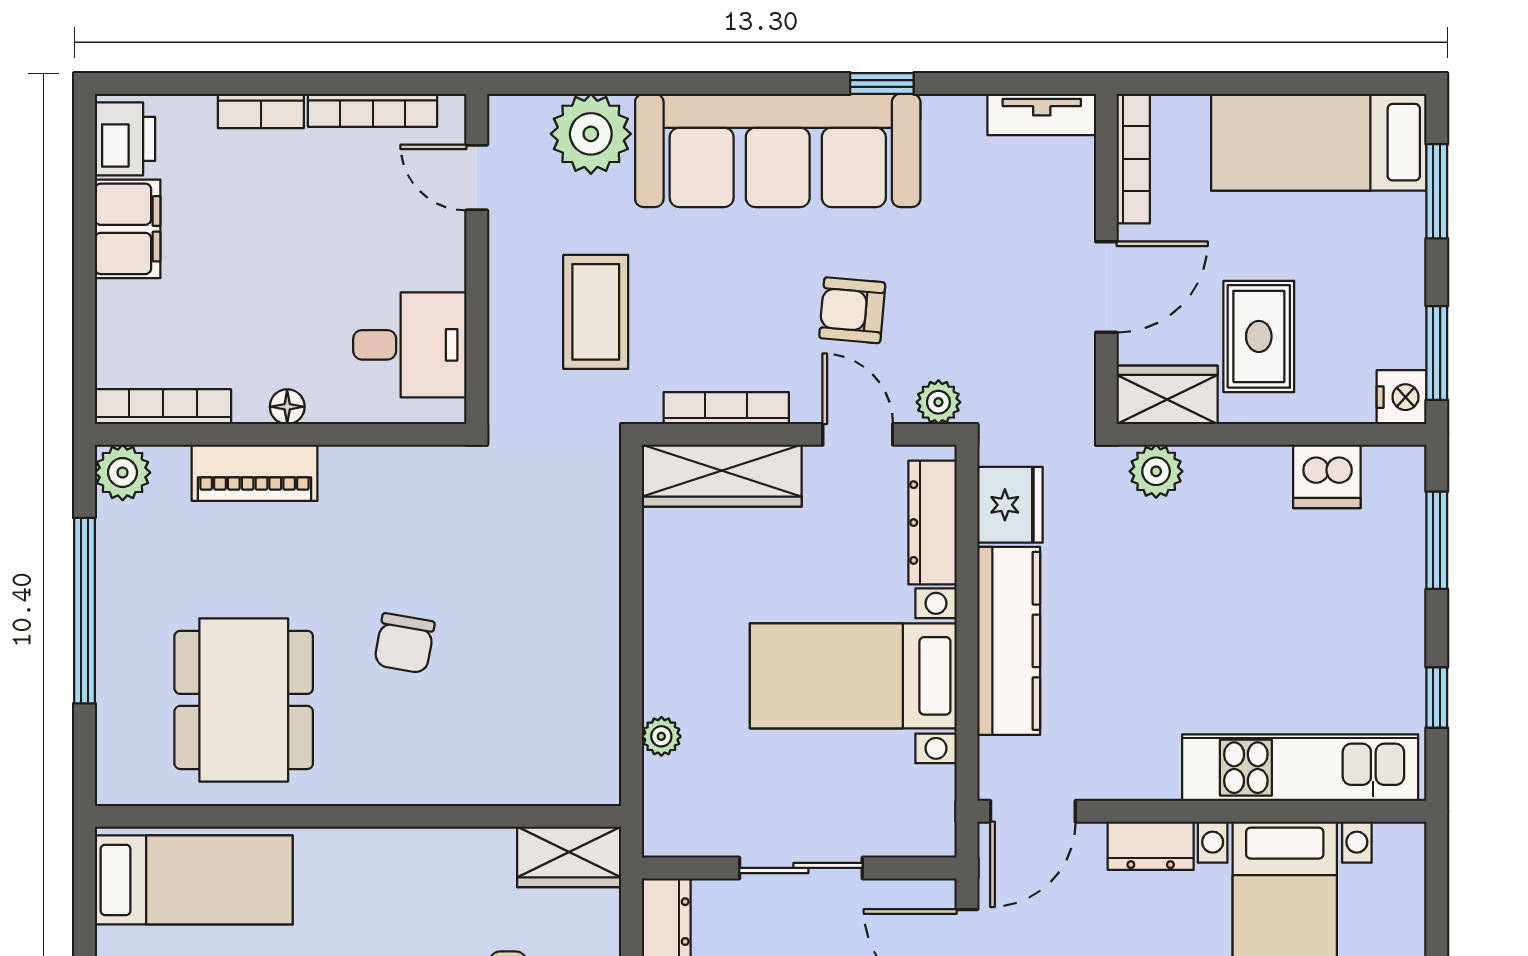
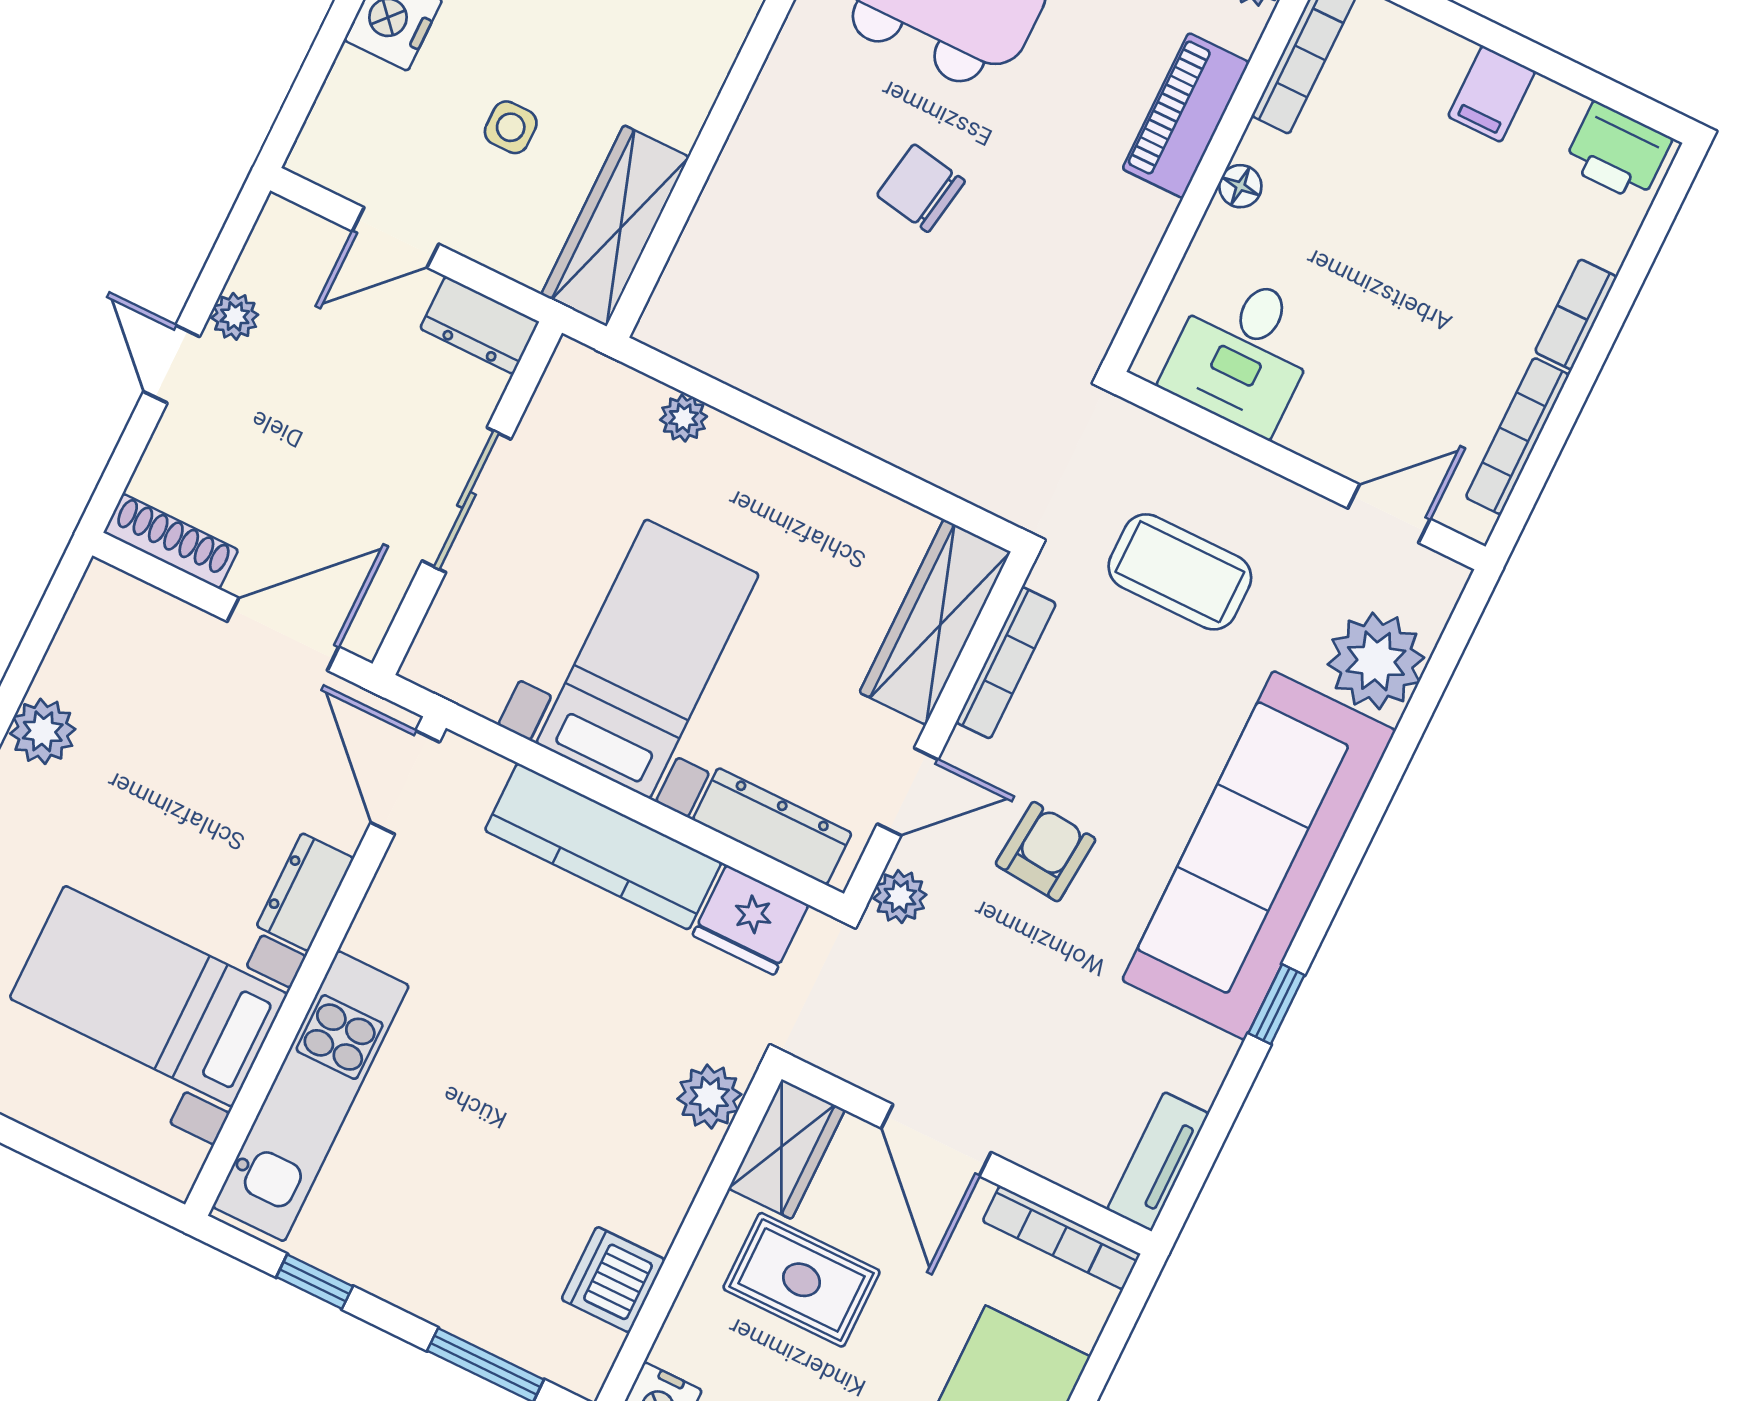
filing cabinet: (128, 229) -> (1492, 94), width x0.50
wardrobe: (569, 857) -> (615, 226), width x1.50

